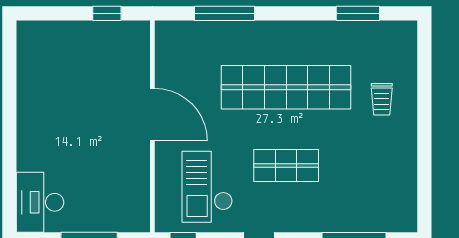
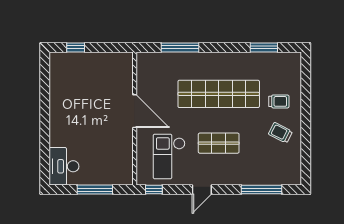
window: (107, 13) -> (76, 47), moved
trolley: (382, 99) -> (279, 101), turned -90
trolley: (384, 149) -> (280, 133), added

